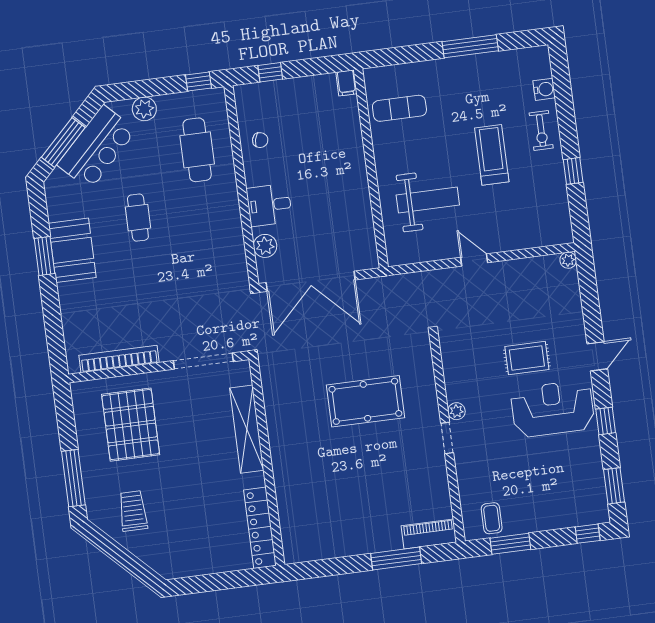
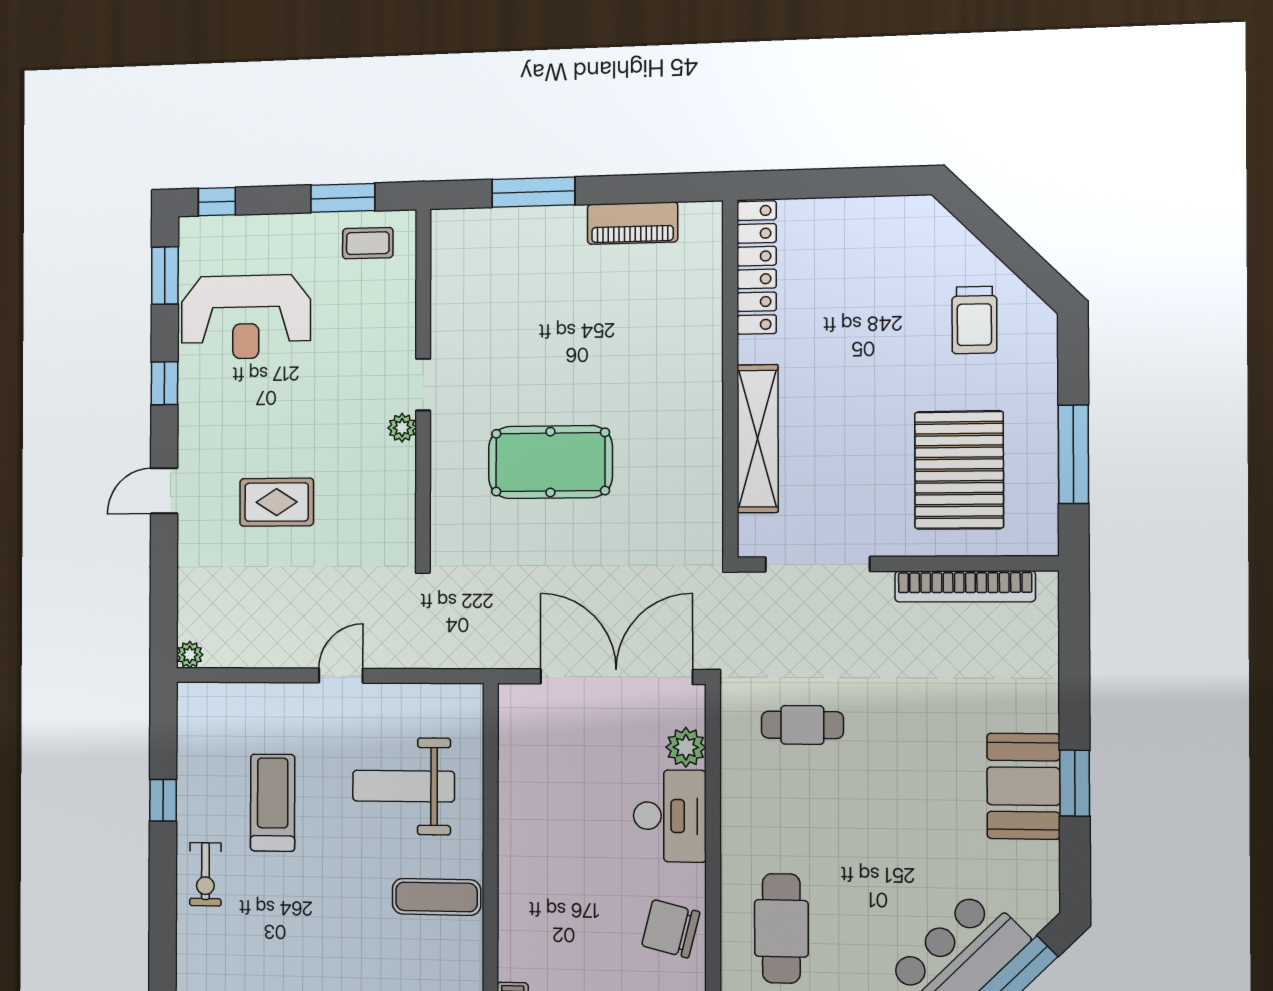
water cooler: (544, 89) -> (192, 941), removed
exercise mat: (399, 108) -> (437, 897), moved
exercise bike: (541, 131) -> (205, 874), turned 180
chair: (260, 140) -> (671, 929), width x1.87, depth x1.87
treadmill: (492, 155) -> (273, 803), moved, turned 180
desk: (269, 205) -> (670, 816), width x1.37
cafe table: (138, 218) -> (802, 725), moved, turned 90
door: (474, 260) -> (341, 676), swing flipped
reception desk: (553, 409) -> (246, 317), moved
window: (73, 478) -> (1073, 454), moved
coffee table: (492, 518) -> (368, 243), turned 90
piano: (429, 534) -> (632, 223), moved

